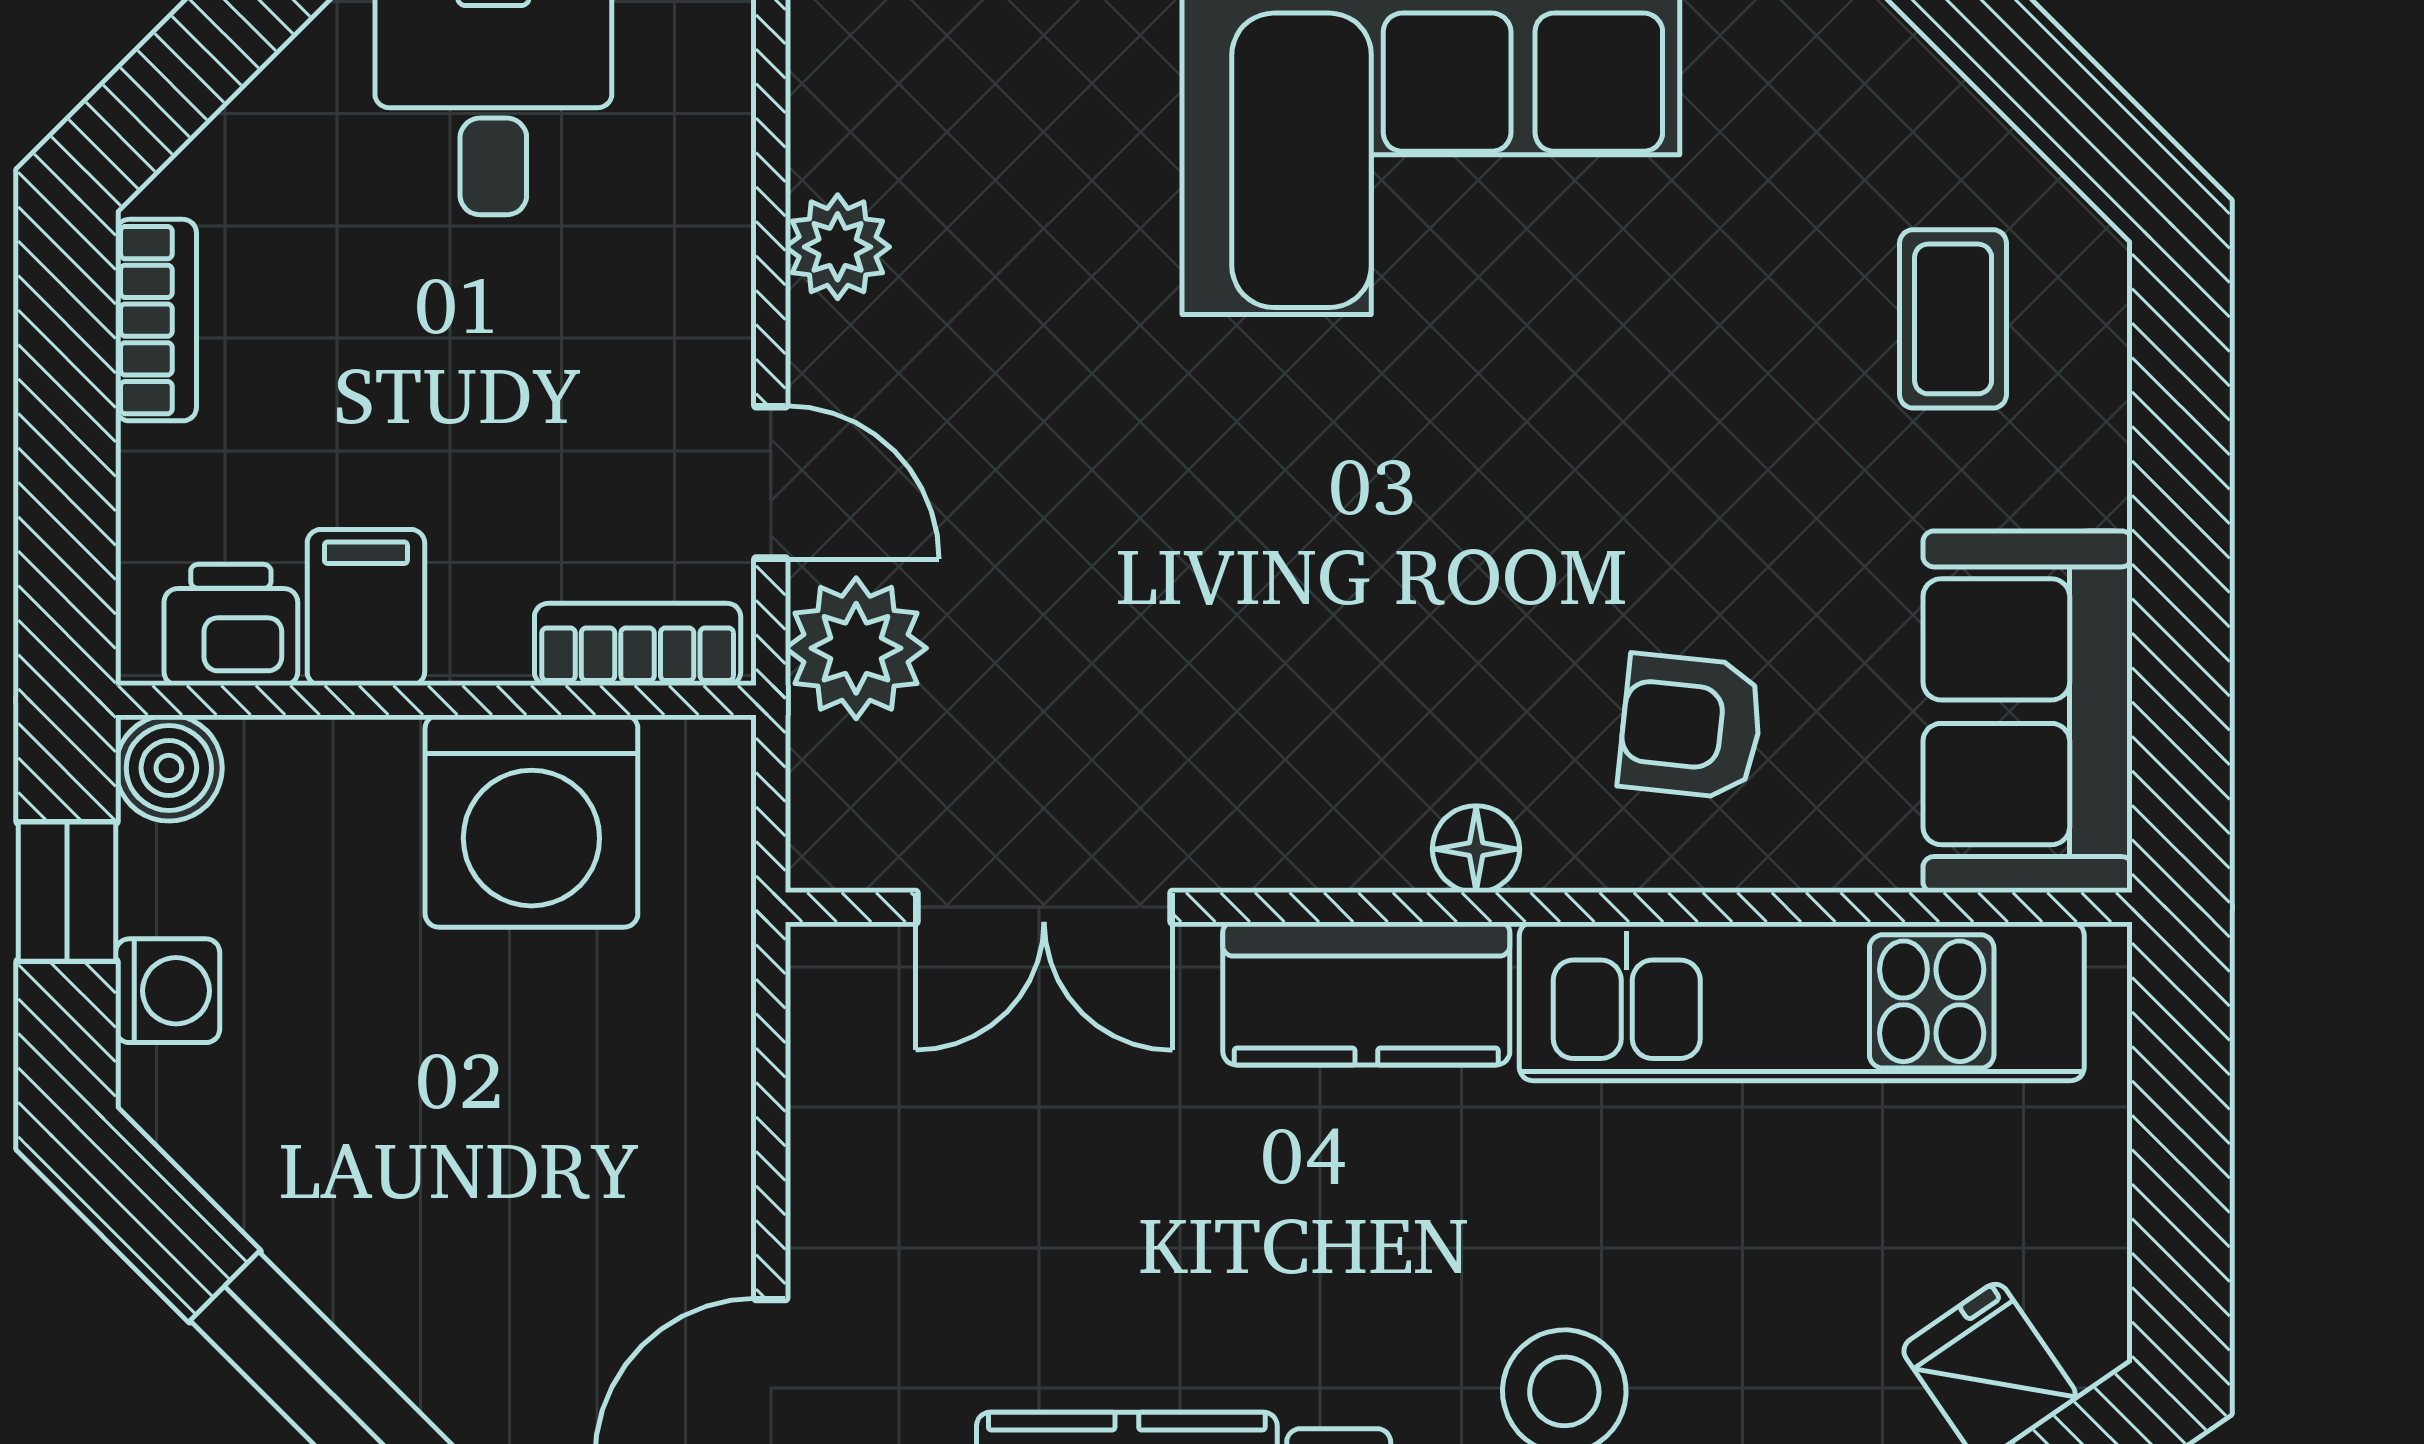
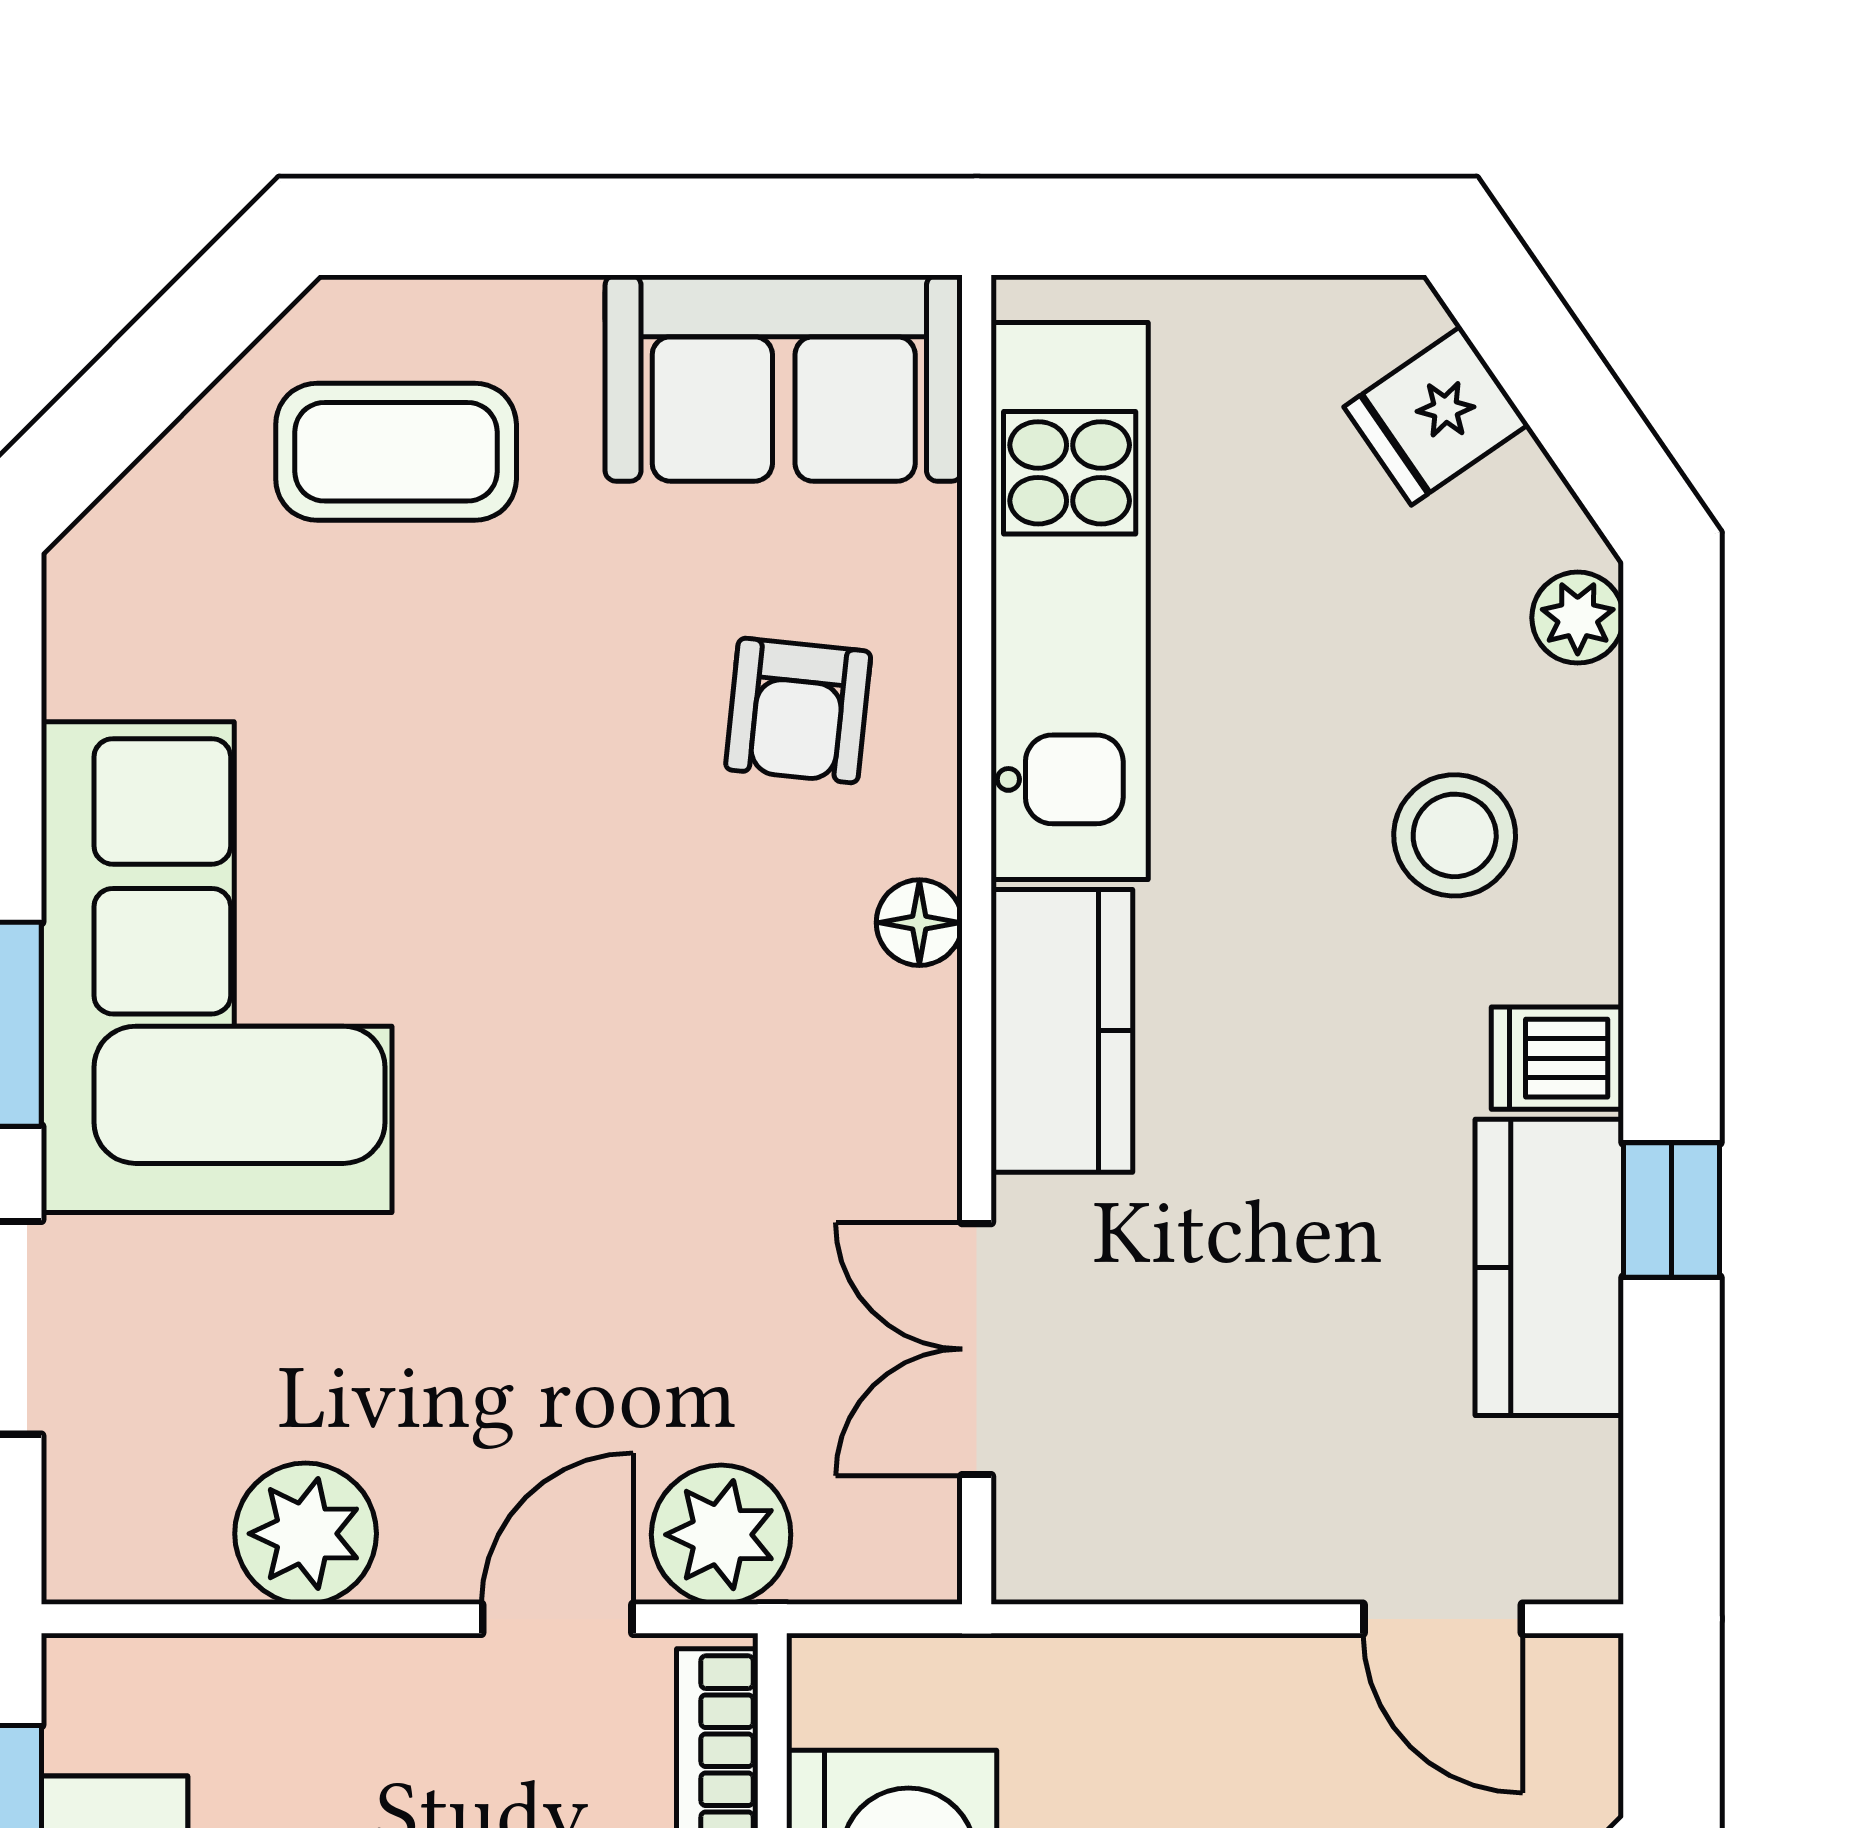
plant: (838, 247) -> (306, 1534), width x1.38, depth x1.38
coffee table: (1953, 319) -> (396, 452), width x1.36, depth x1.30
double door: (1044, 907) -> (977, 1349), swing flipped

